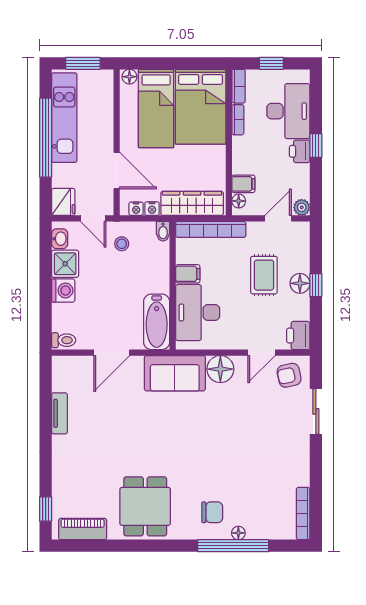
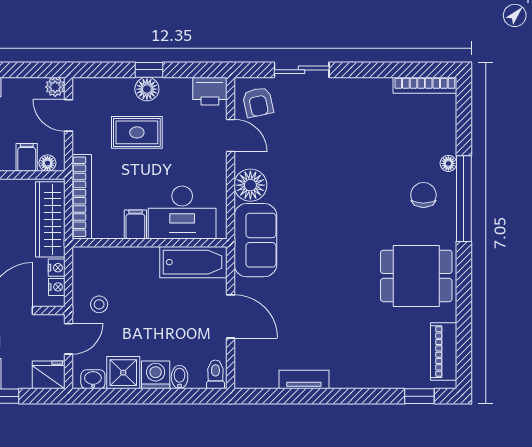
bidet: (163, 231) -> (180, 377), moved, turned -90
window: (233, 546) -> (464, 199), moved

